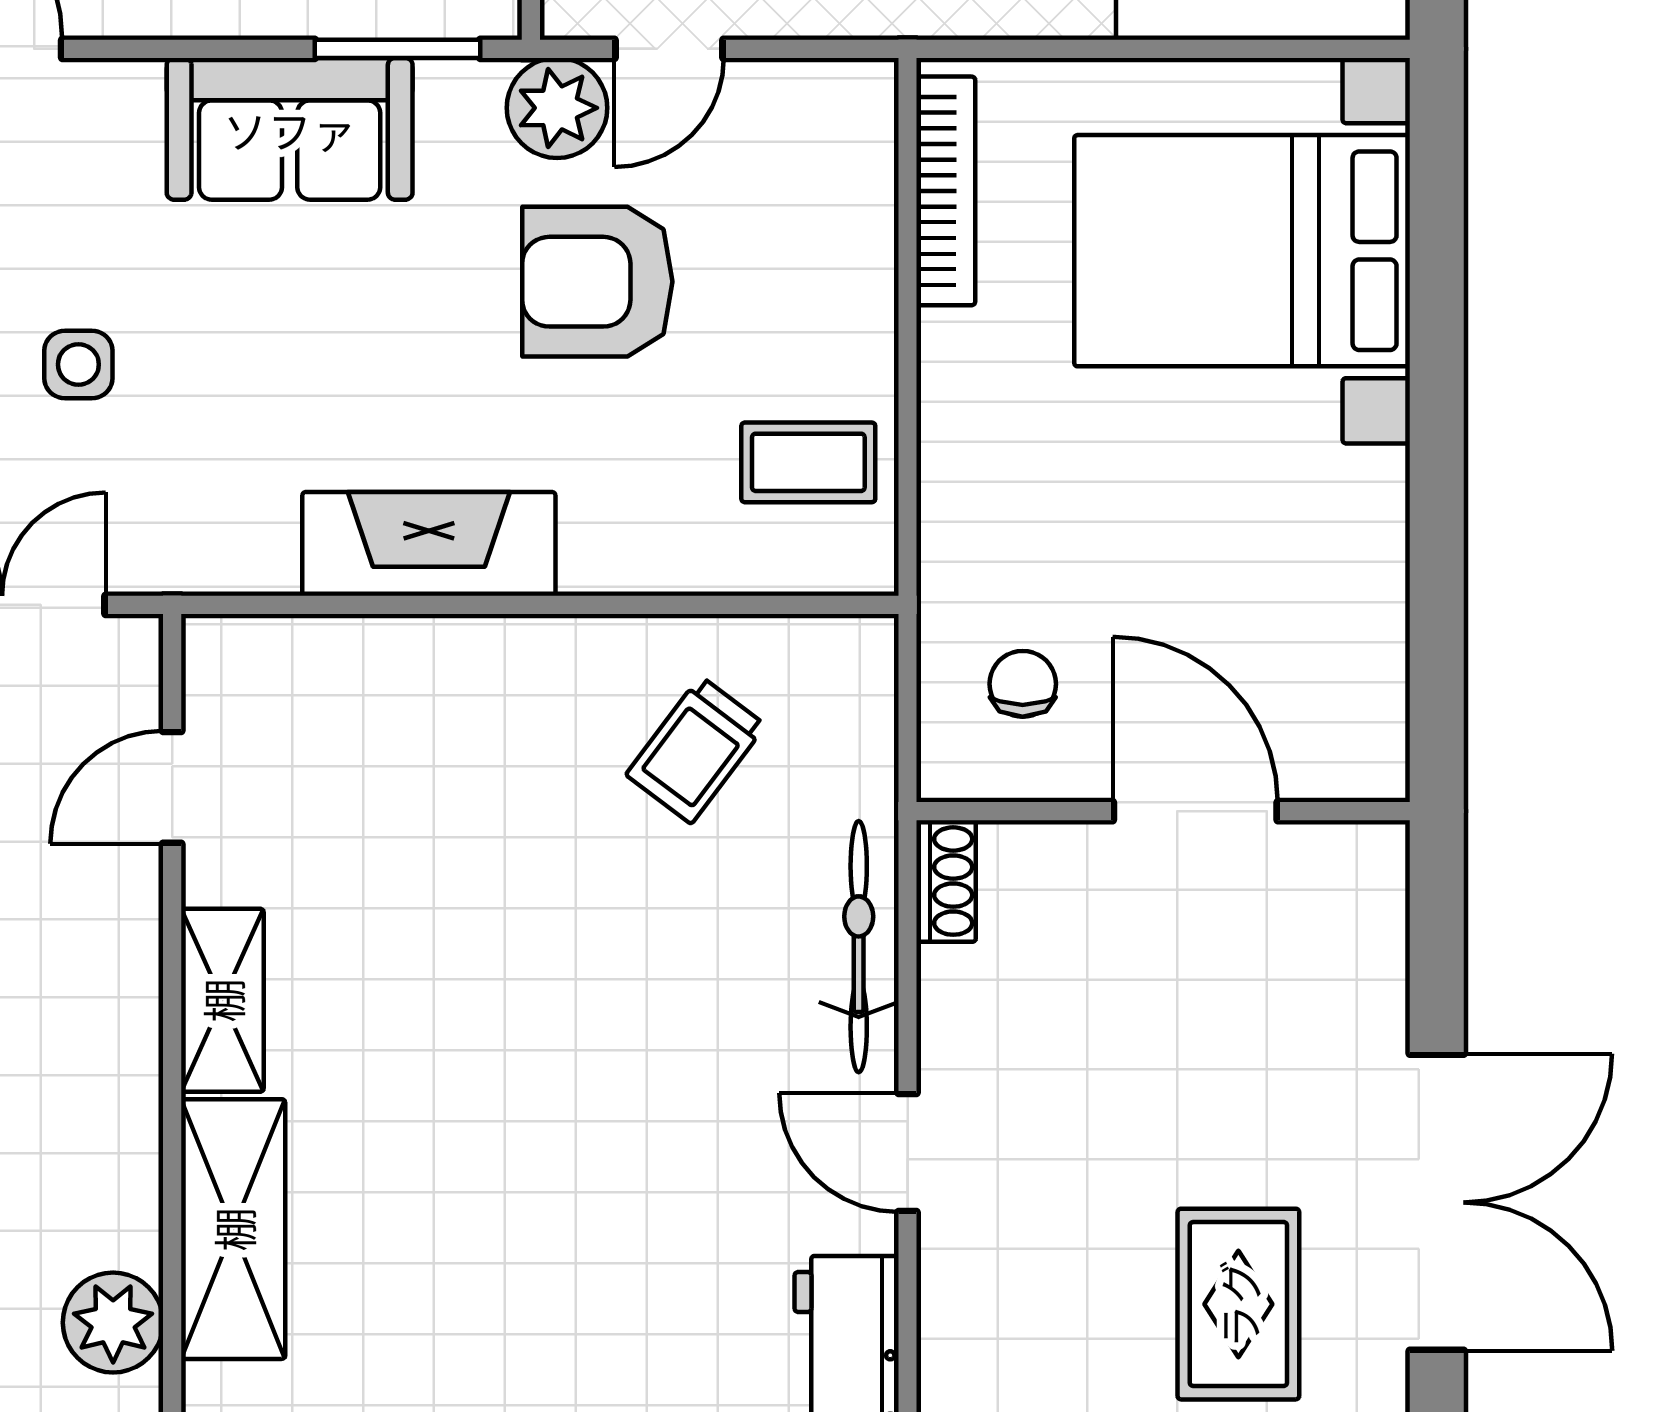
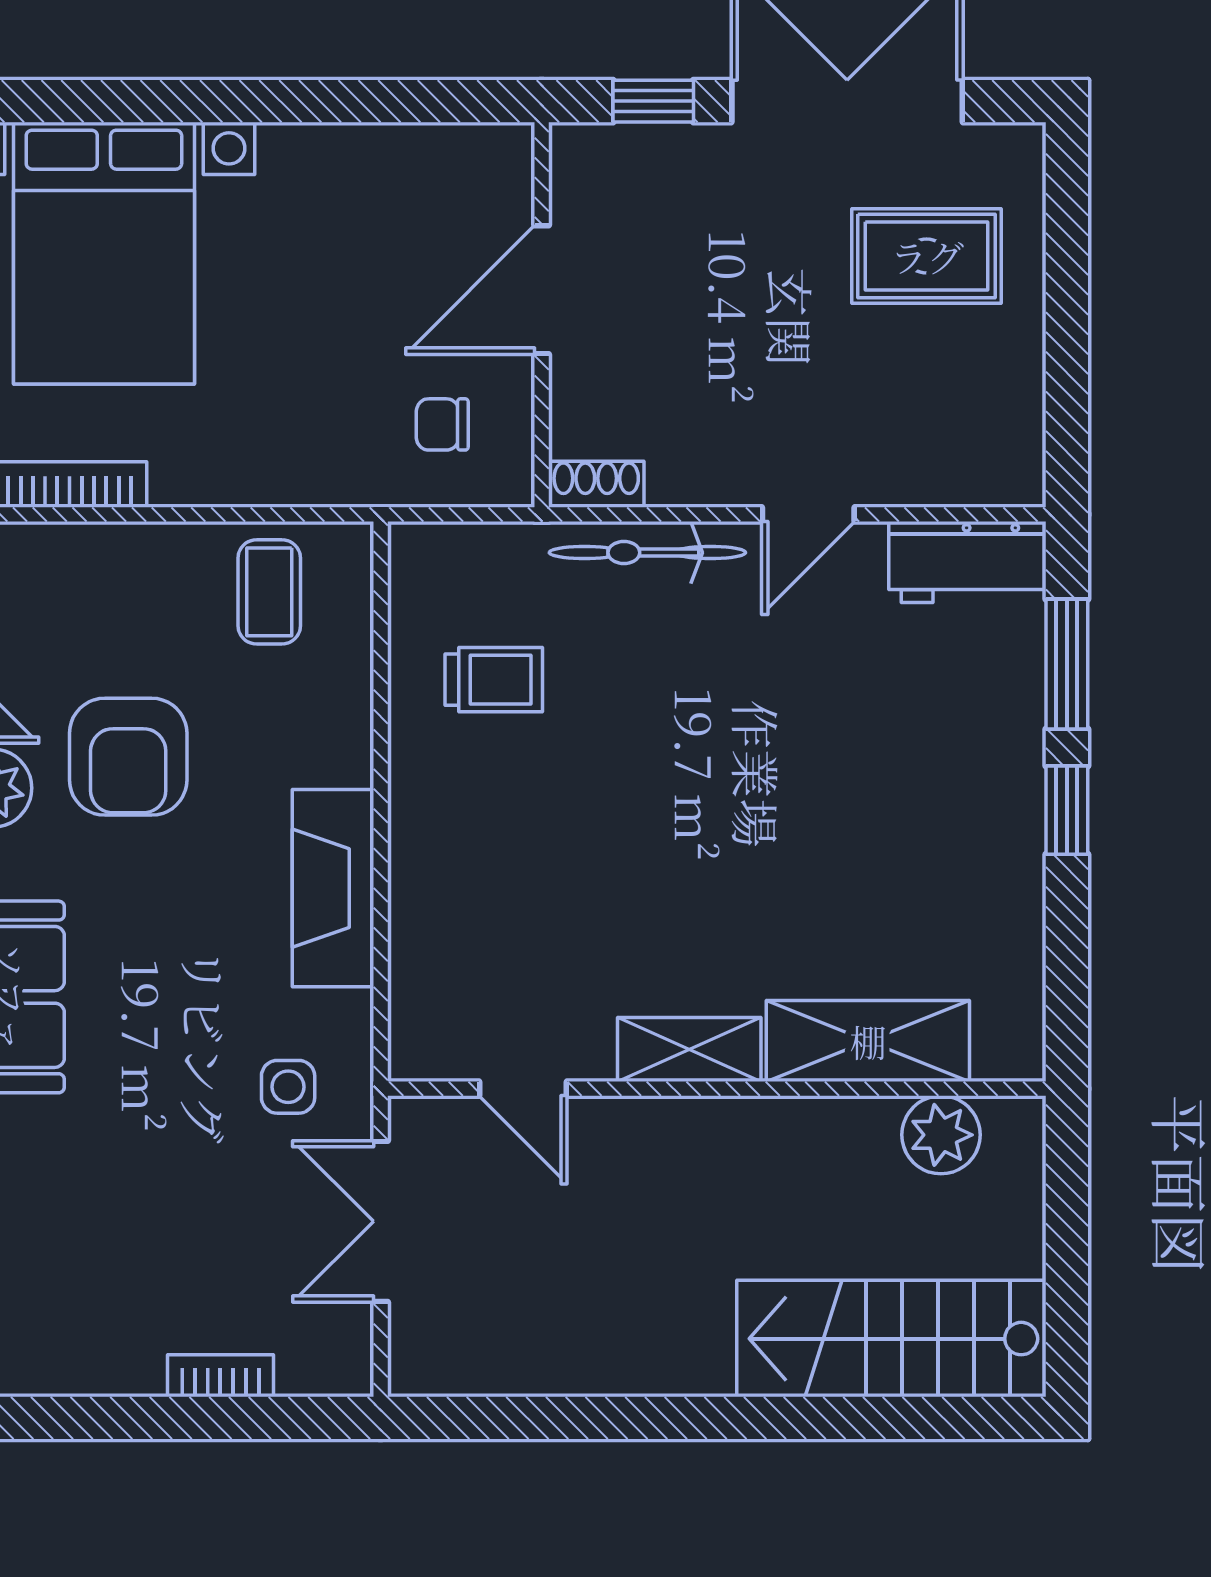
side table: (78, 364) -> (288, 1087), moved
trolley: (696, 750) -> (494, 680), turned -37
window: (1437, 954) -> (653, 101), added

